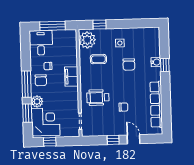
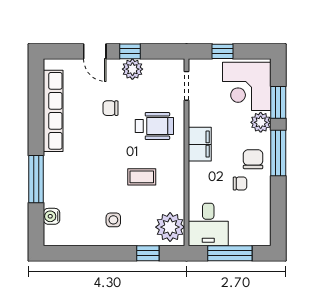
desk: (41, 43) -> (208, 224), moved
coffee table: (98, 59) -> (142, 177), moved
water cooler: (156, 62) -> (51, 216), moved
chair: (129, 65) -> (99, 182), removed
window: (165, 65) -> (36, 179), width x2.17
filing cabinet: (71, 77) -> (200, 144), moved
plant: (111, 130) -> (132, 69), added
window: (50, 142) -> (222, 51), moved

